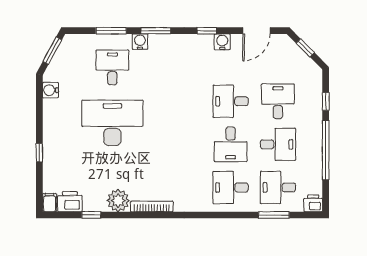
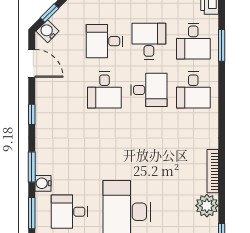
water cooler: (222, 42) -> (48, 31), moved, turned 45

